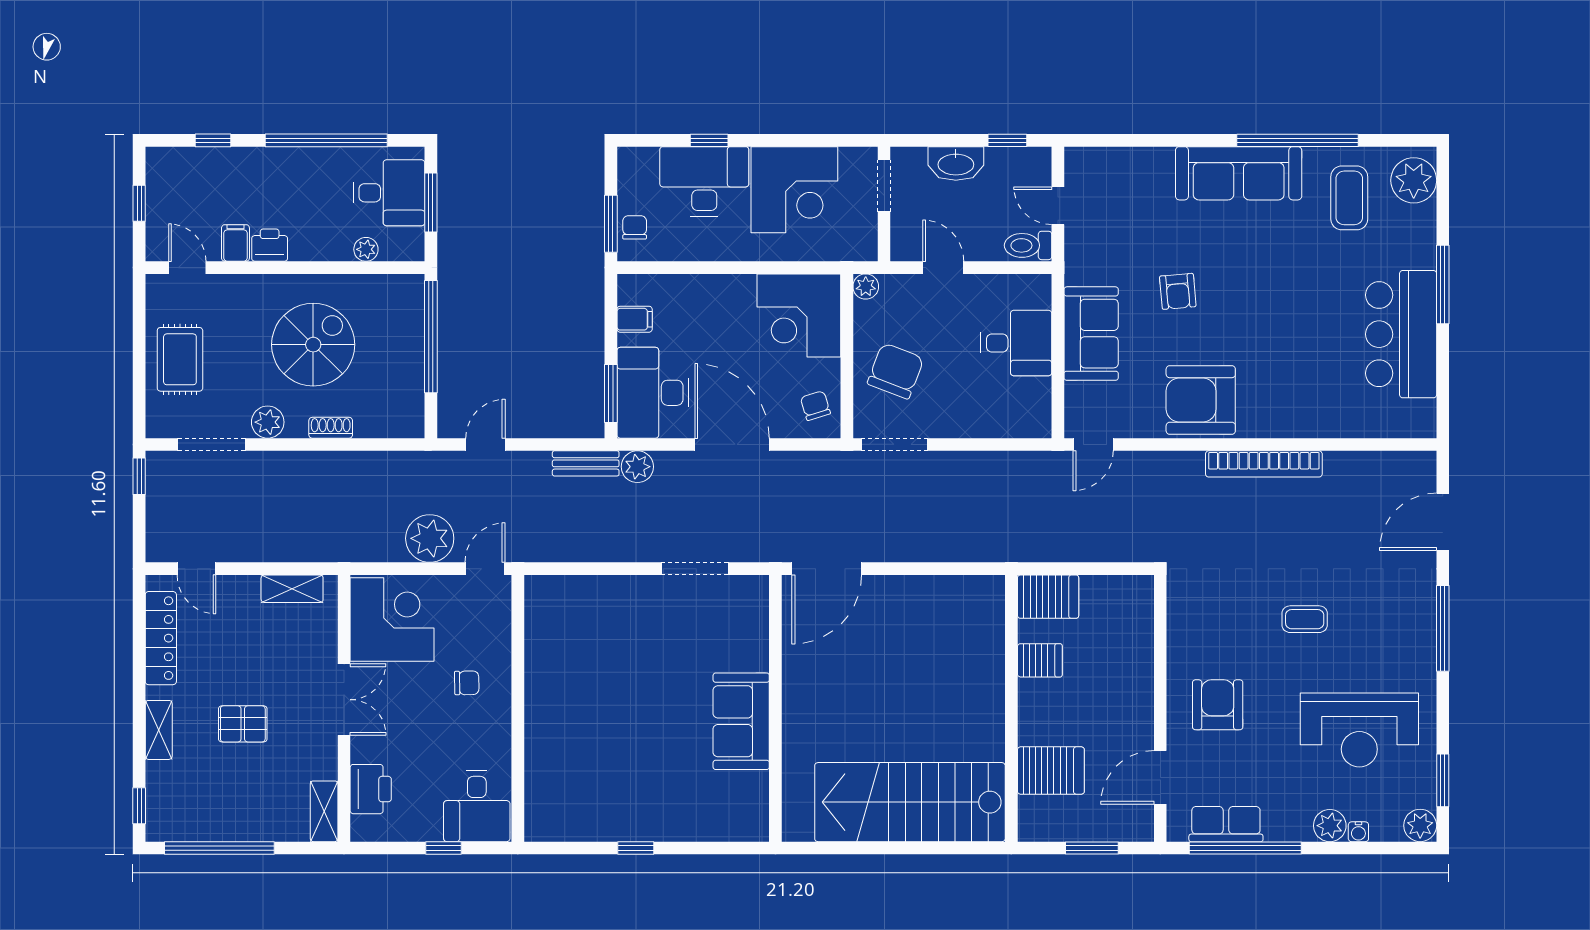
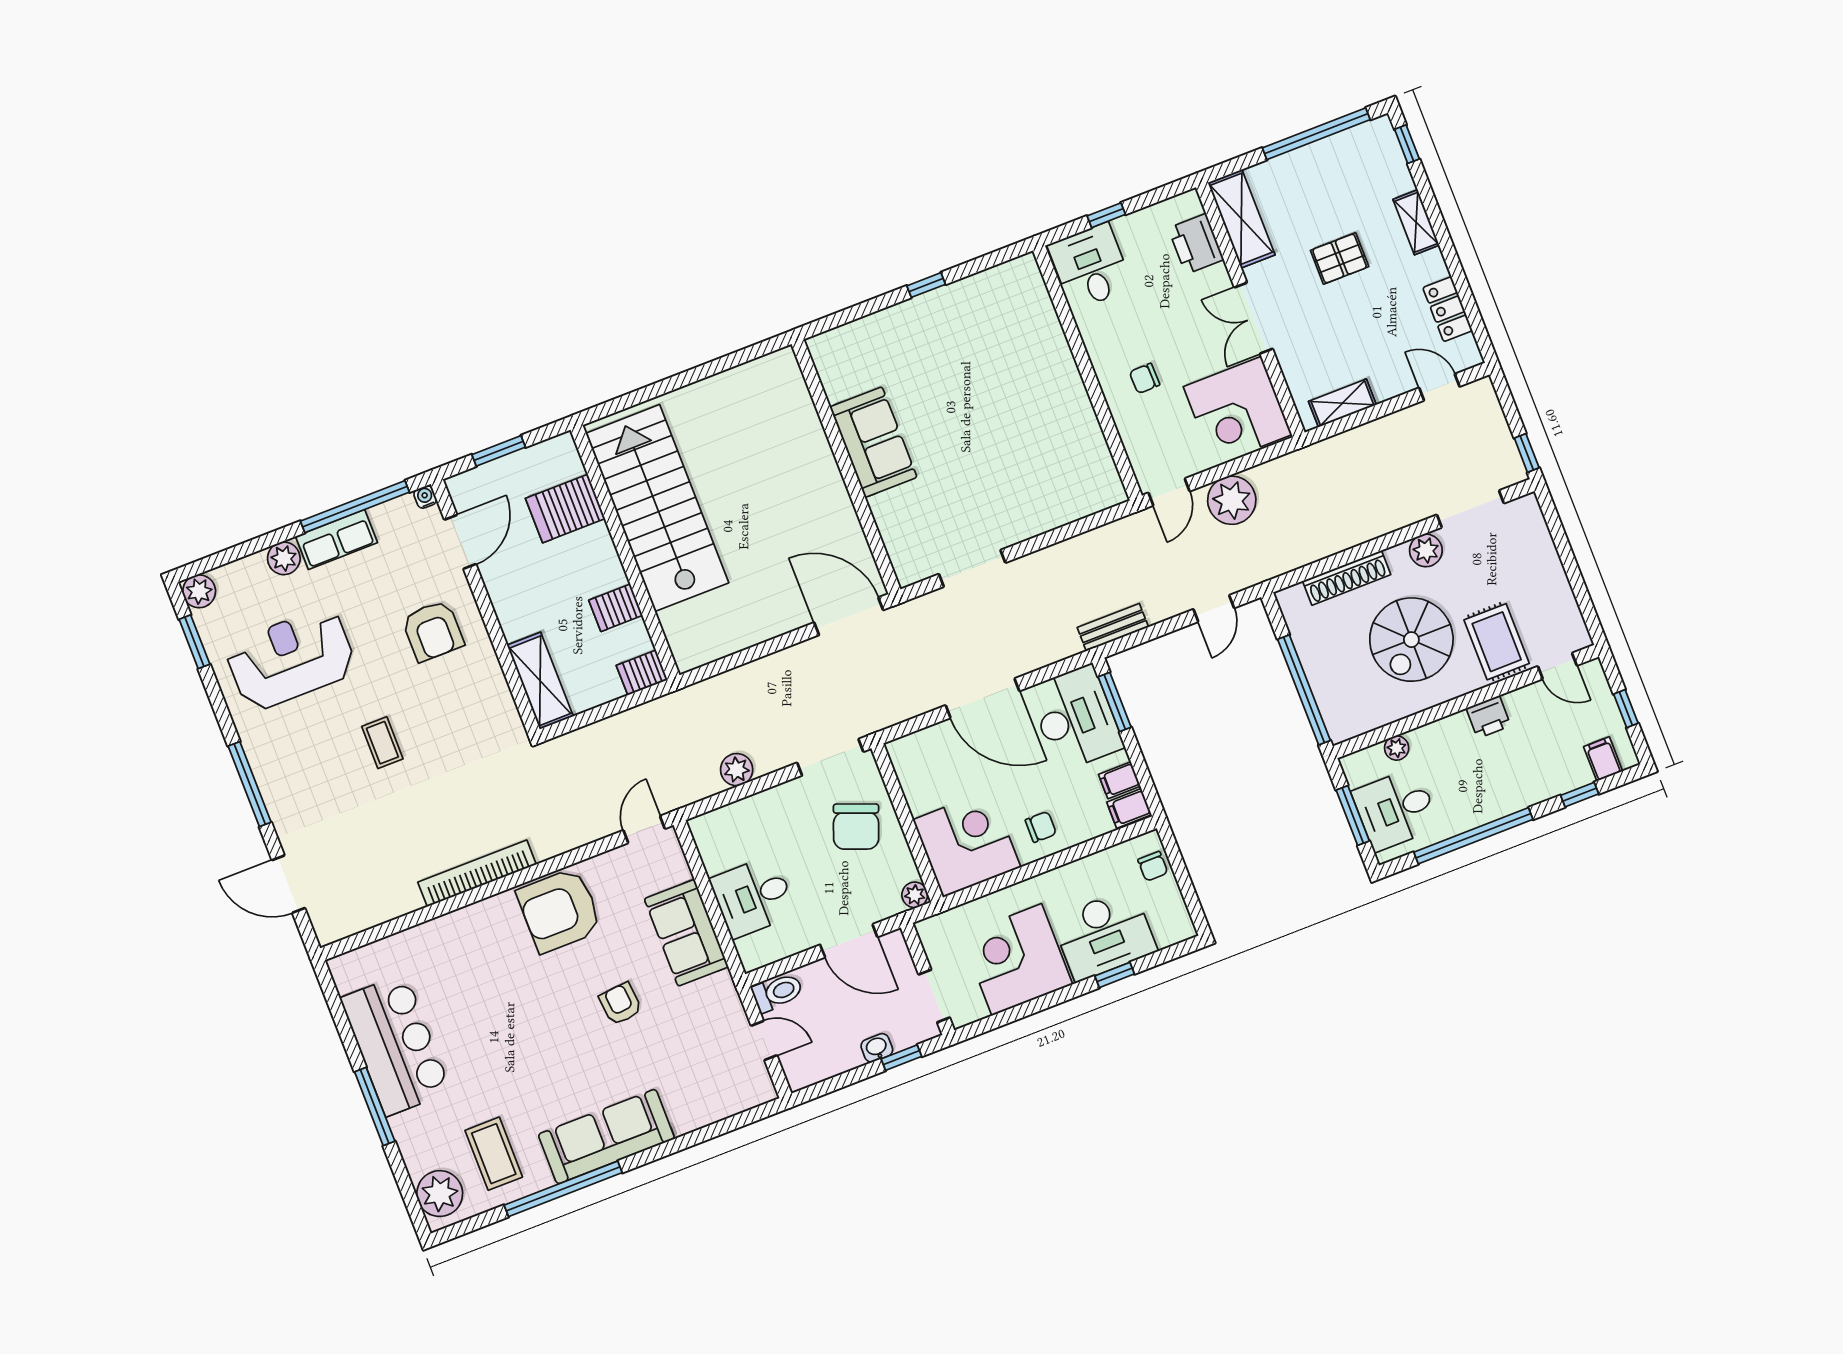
window: (1007, 140) -> (901, 1058), moved
washbasin: (956, 164) -> (877, 1048), width x0.52, depth x0.69
window: (611, 224) -> (1176, 861), removed
filing cabinet: (235, 243) -> (1603, 759), moved, turned 180
door: (943, 268) -> (849, 941), width x1.38
filing cabinet: (636, 290) -> (1129, 808), added
rug: (180, 359) -> (1497, 642), moved
armchair: (1201, 400) -> (559, 910), turned 180
chair: (815, 406) -> (1041, 827), moved, turned -73
shoe rack: (331, 428) -> (1347, 578), width x1.94, depth x1.24
plant: (637, 467) -> (737, 770), moved
door: (1443, 522) -> (288, 884), swing flipped
door: (827, 569) -> (849, 616), hinge flipped
server rack: (1048, 597) -> (642, 673), width x0.73, depth x0.70
coffee table: (1305, 619) -> (382, 743), turned 90
shelving: (1136, 620) -> (540, 681), added
locker: (161, 638) -> (1448, 309), width x0.66
stairs: (910, 802) -> (657, 508), moved, turned -90
shelving: (324, 811) -> (1241, 219), width x1.50, depth x1.33
row of seats: (1226, 824) -> (337, 540), moved
water cooler: (1358, 832) -> (425, 497), moved

